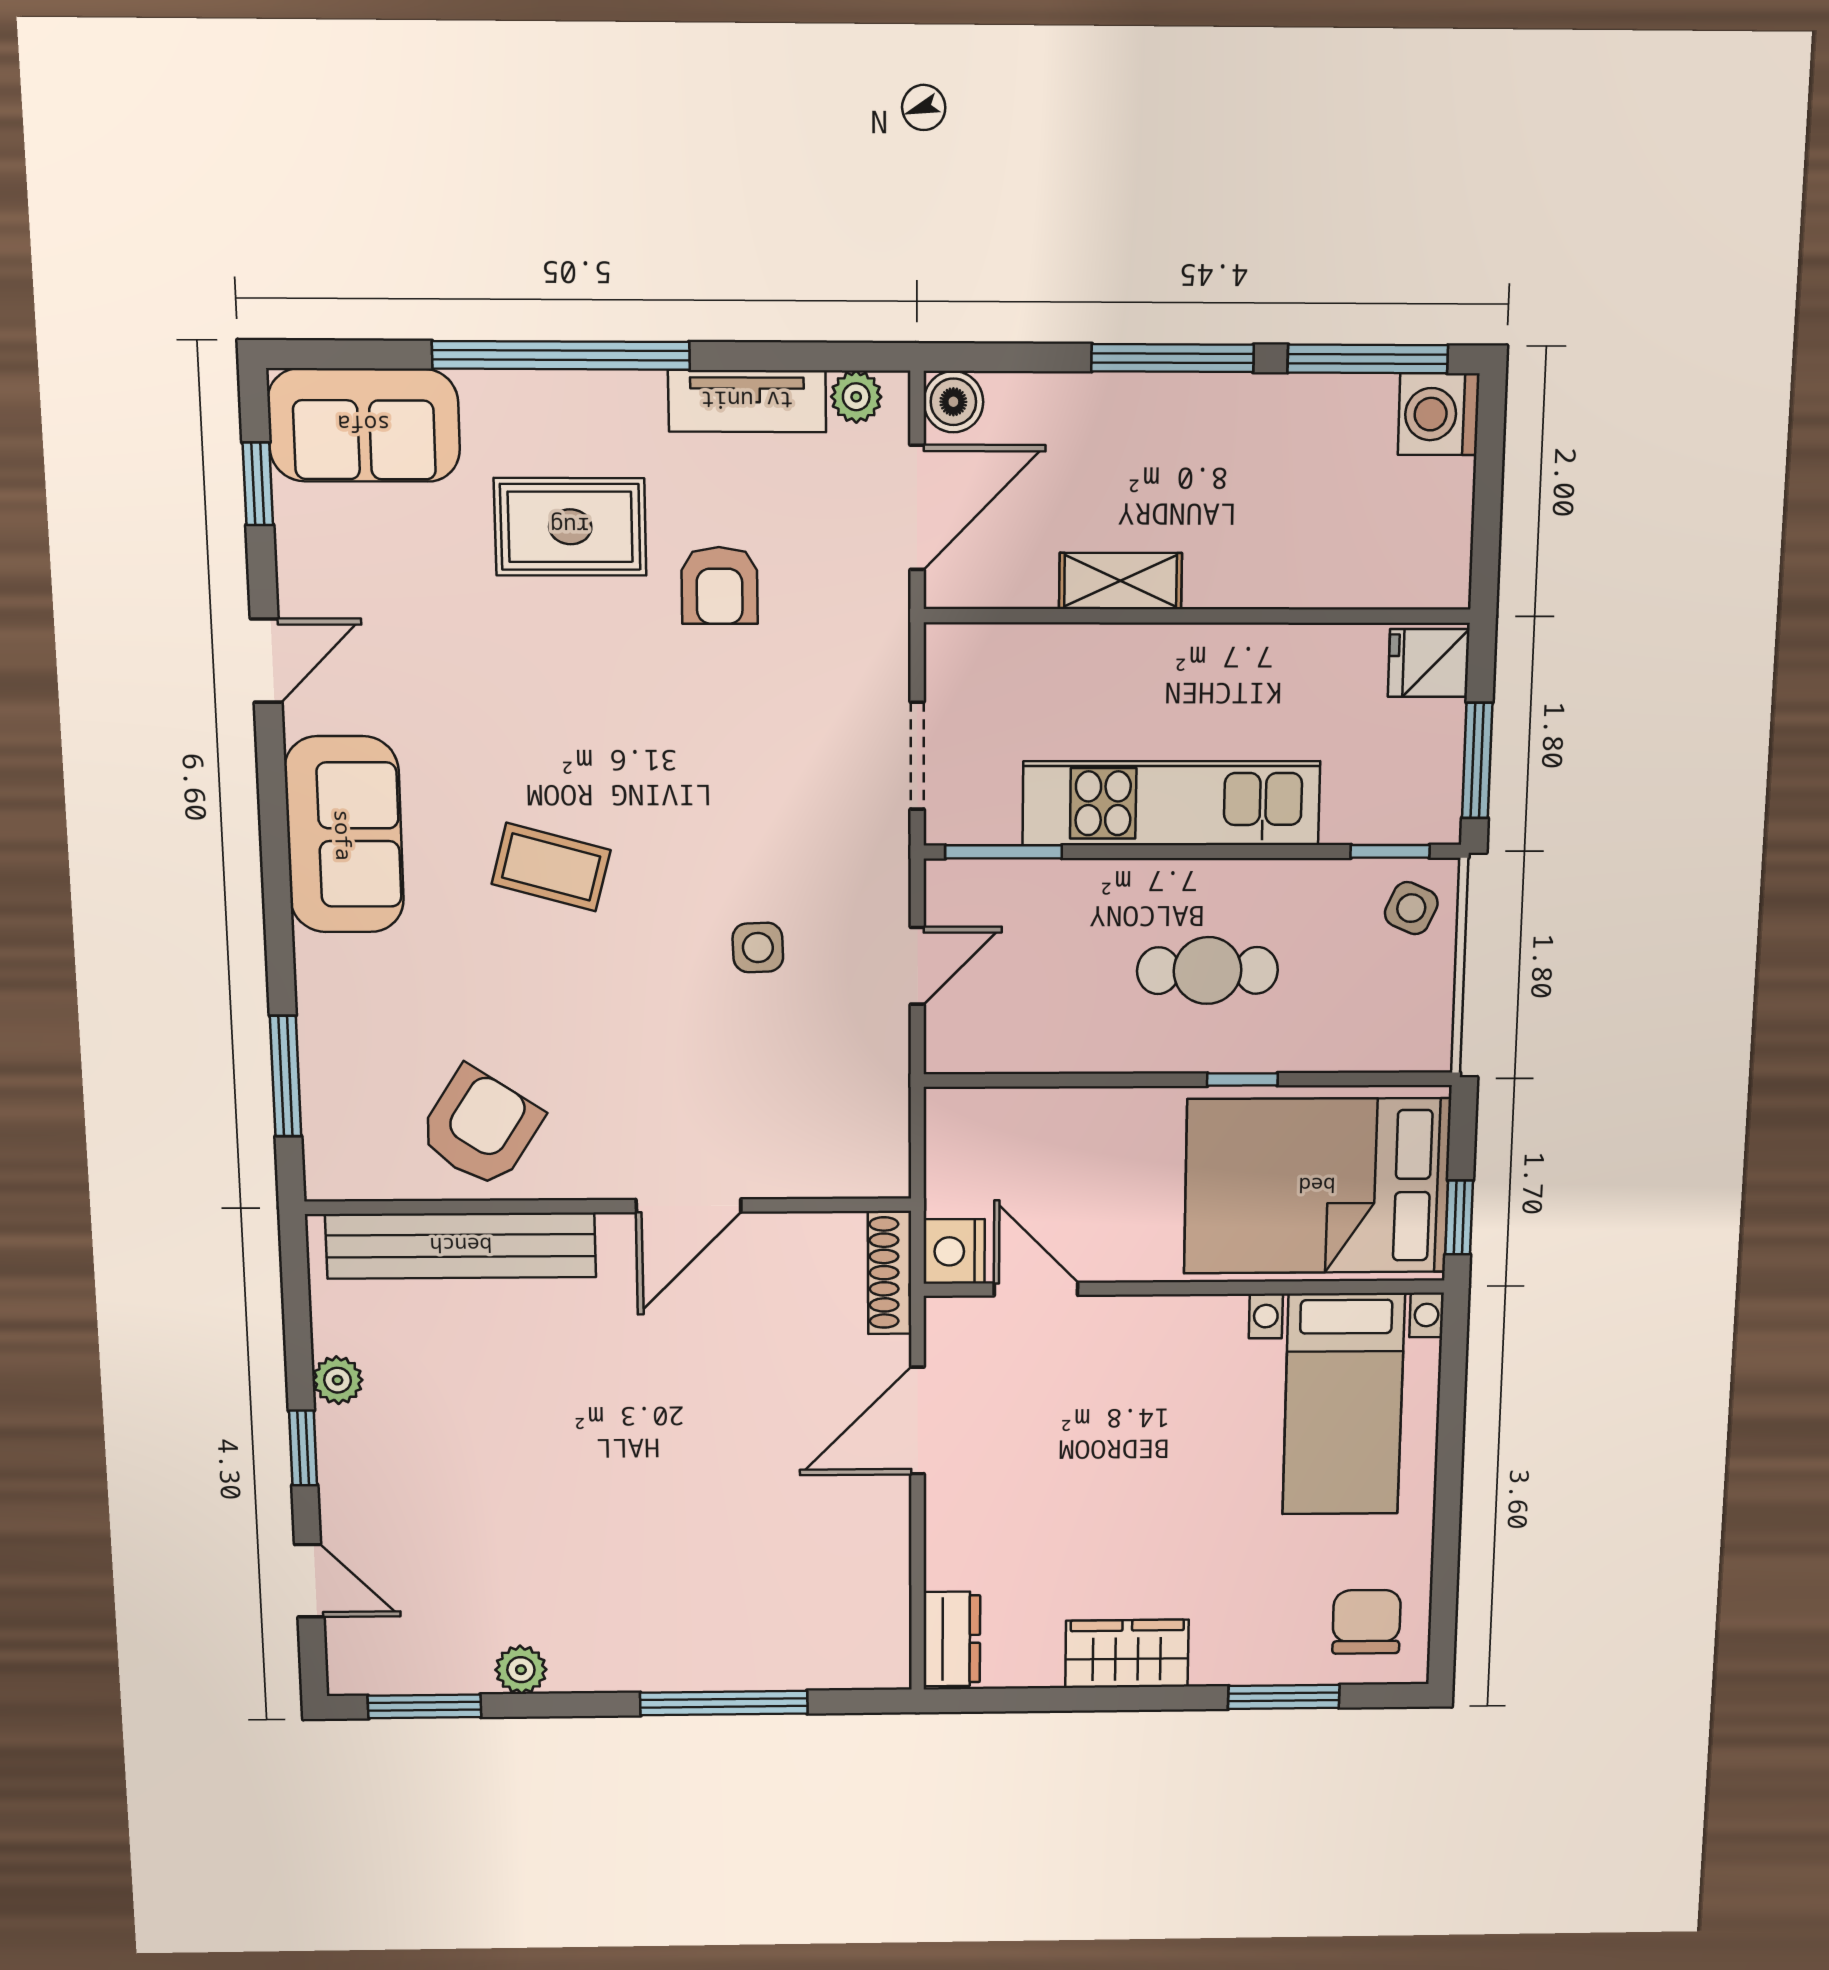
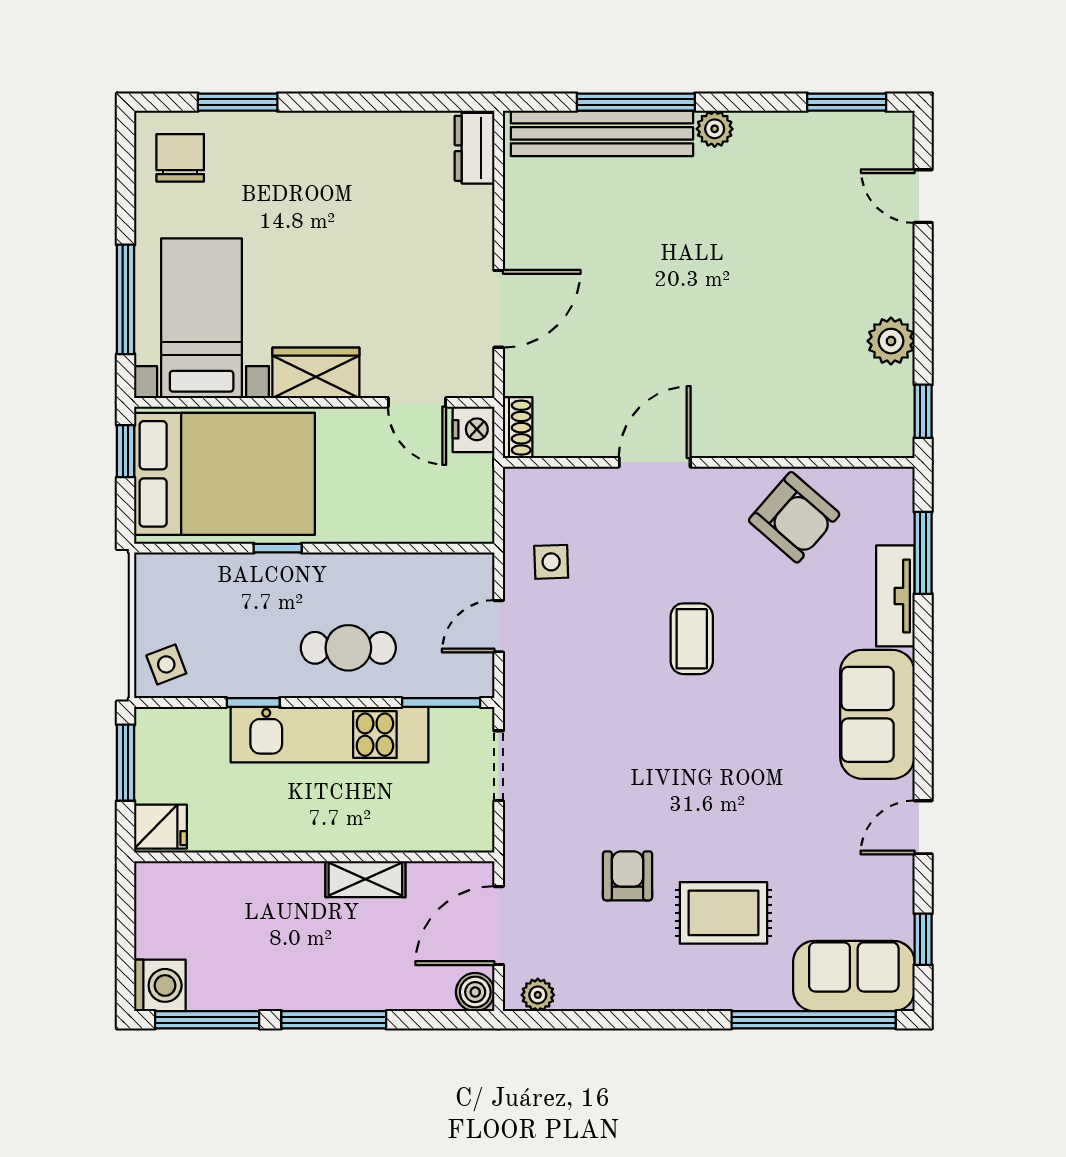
window: (561, 355) -> (814, 1020), moved
tv unit: (747, 401) -> (895, 596), moved, turned -90
window: (1390, 851) -> (253, 702), moved
coffee table: (551, 867) -> (692, 639), moved, turned 75
side table: (1411, 908) -> (166, 664), turned 45
side table: (758, 947) -> (551, 562), moved
cafe table: (1207, 970) -> (348, 648), moved
armchair: (480, 1127) -> (794, 517), turned -82
bench: (461, 1246) -> (602, 133), moved
shoe rack: (890, 1273) -> (518, 428), width x0.70
plant: (338, 1380) -> (891, 341), width x1.38, depth x1.38
window: (1451, 1429) -> (126, 299), added
window: (303, 1448) -> (923, 411), moved
chair: (1367, 1622) -> (180, 158), turned 180
wardrobe: (1127, 1654) -> (316, 373), moved, turned 180
plant: (521, 1670) -> (715, 129), moved

